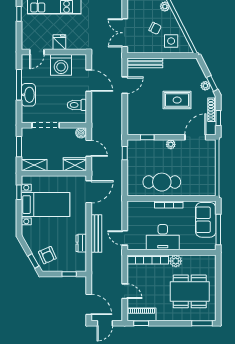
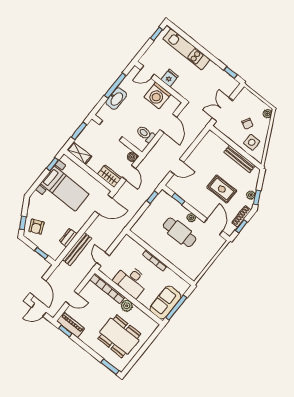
bench: (145, 63) -> (240, 159), moved
door: (125, 85) -> (177, 167), moved
door: (195, 137) -> (213, 227), hinge flipped
cafe table: (162, 182) -> (179, 232), moved
sofa: (206, 220) -> (165, 302), moved
bench: (96, 233) -> (77, 249), moved
door: (125, 291) -> (72, 298), hinge flipped

